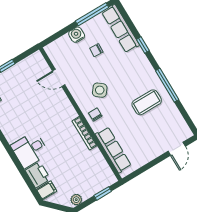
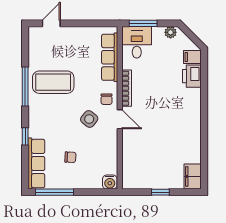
water cooler: (77, 35) -> (110, 182), moved
door: (59, 78) -> (120, 119), moved
coffee table: (147, 102) -> (53, 82), width x1.36, depth x1.32
desk: (30, 150) -> (137, 42), moved, turned -90
window: (103, 193) -> (143, 23), width x1.50

